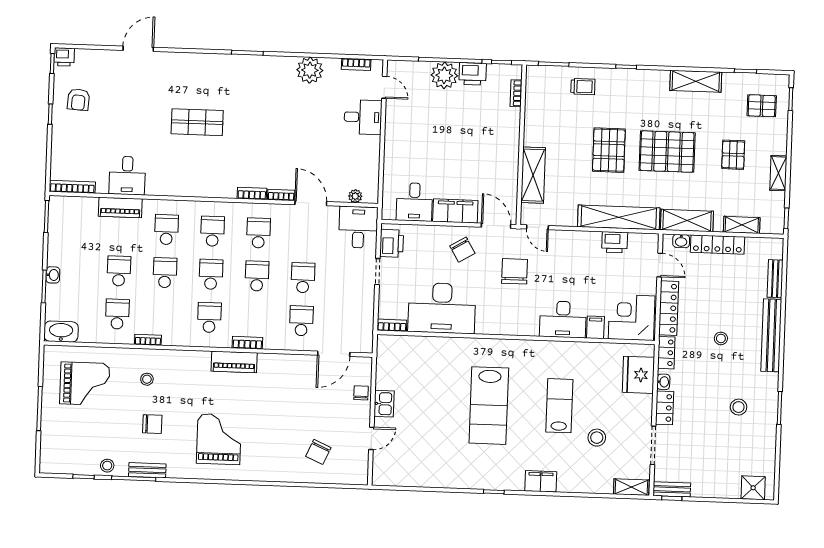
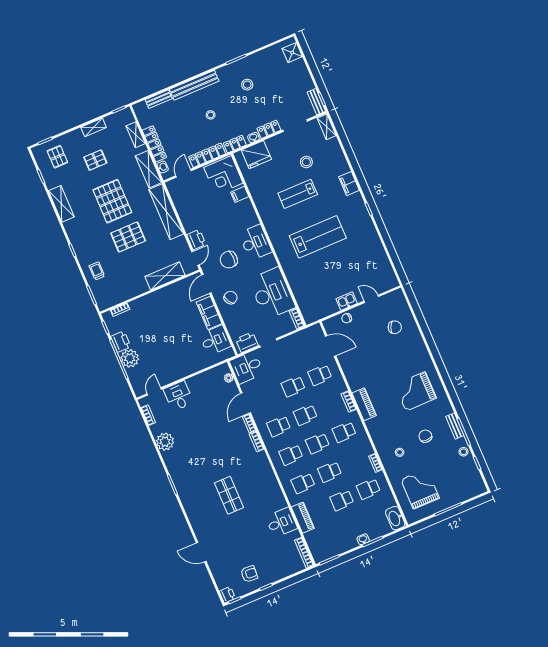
printer: (615, 242) -> (196, 240), moved
desk: (563, 319) -> (255, 243), moved

